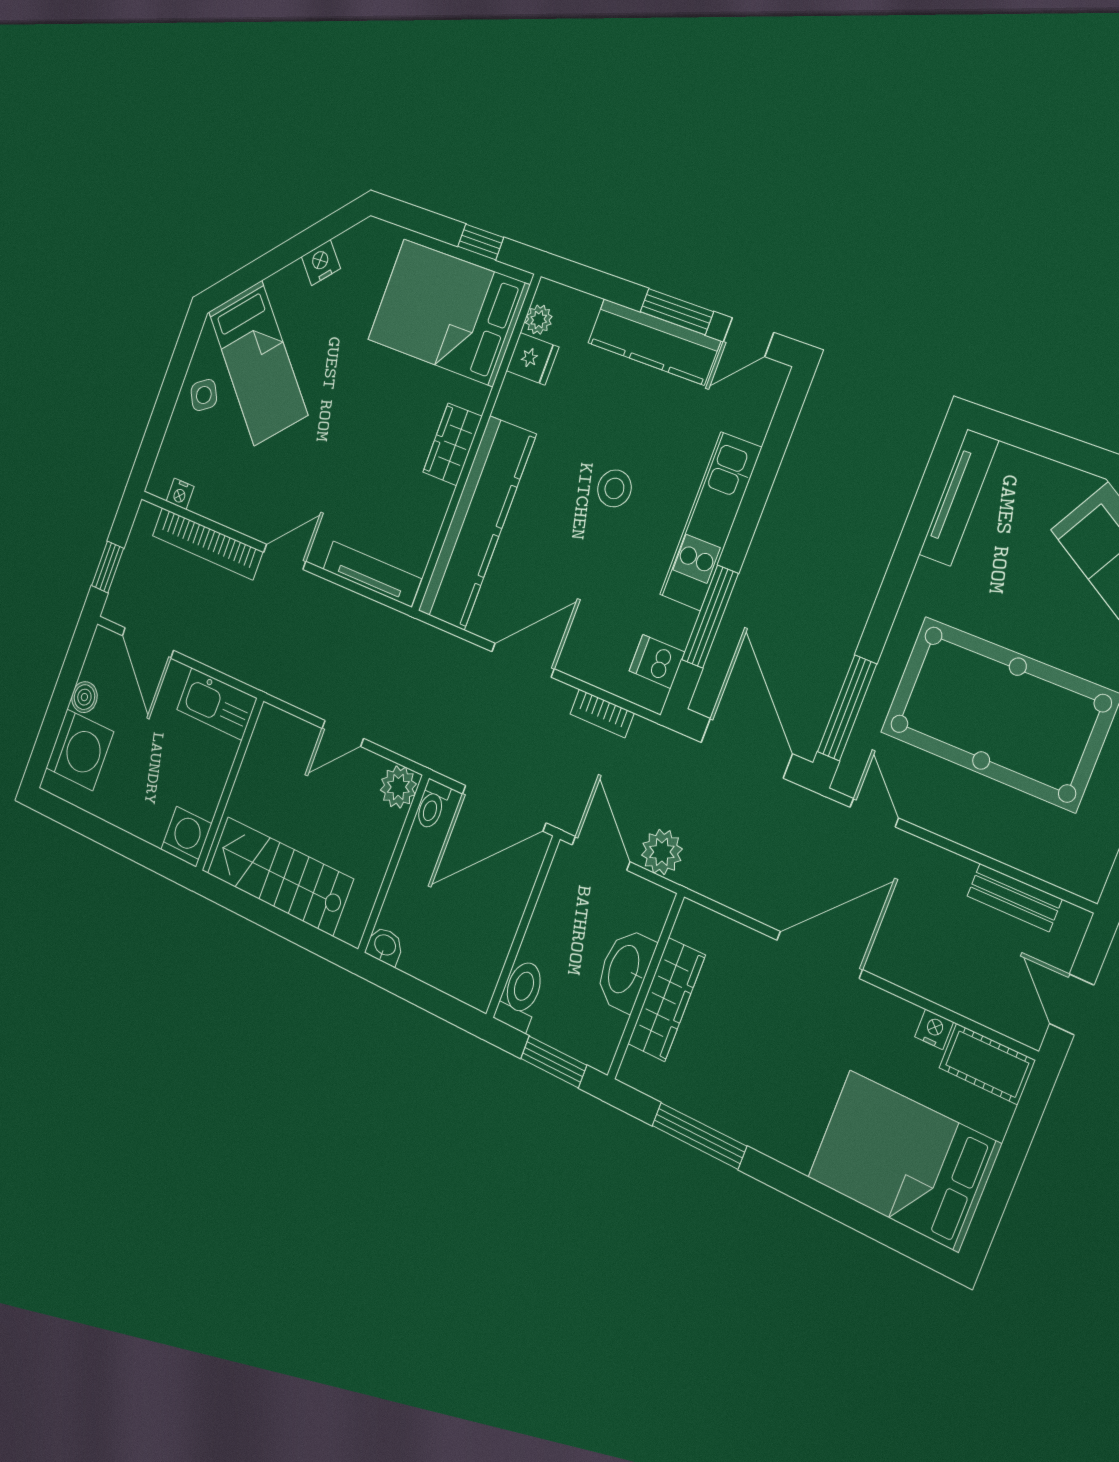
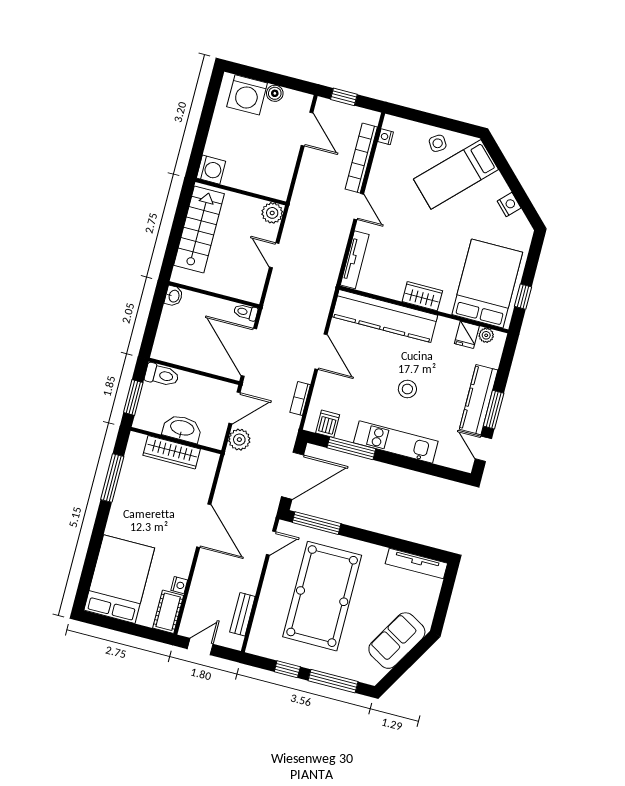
door: (148, 643) -> (307, 129), swing flipped
kitchen sink: (217, 704) -> (280, 177), removed
plant: (398, 787) -> (272, 213), moved

